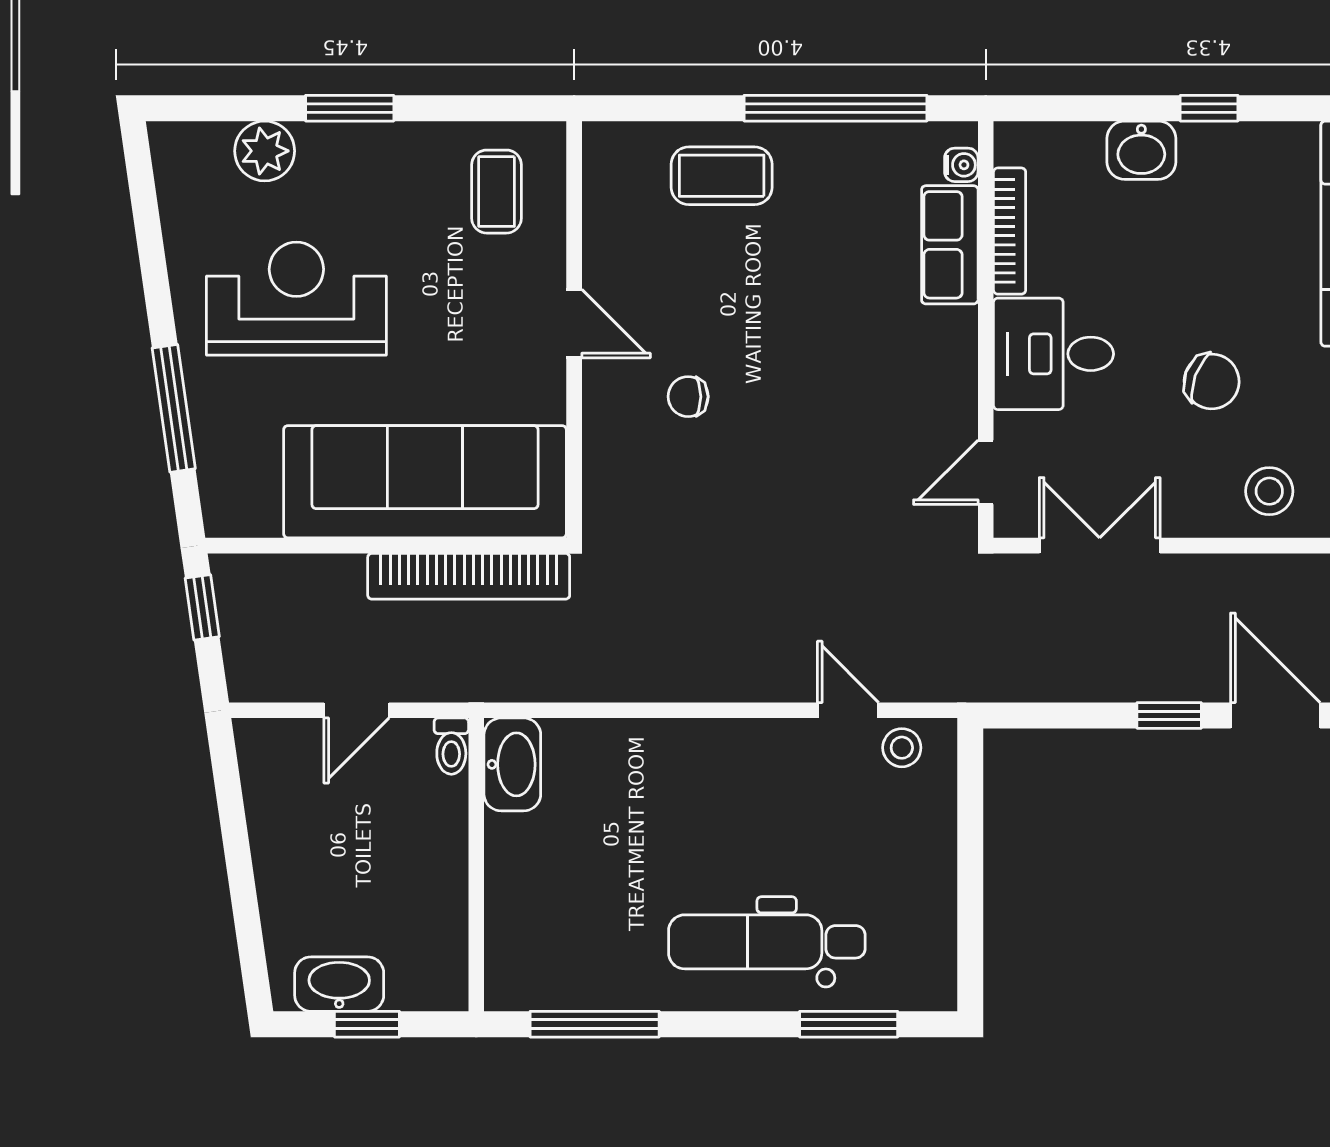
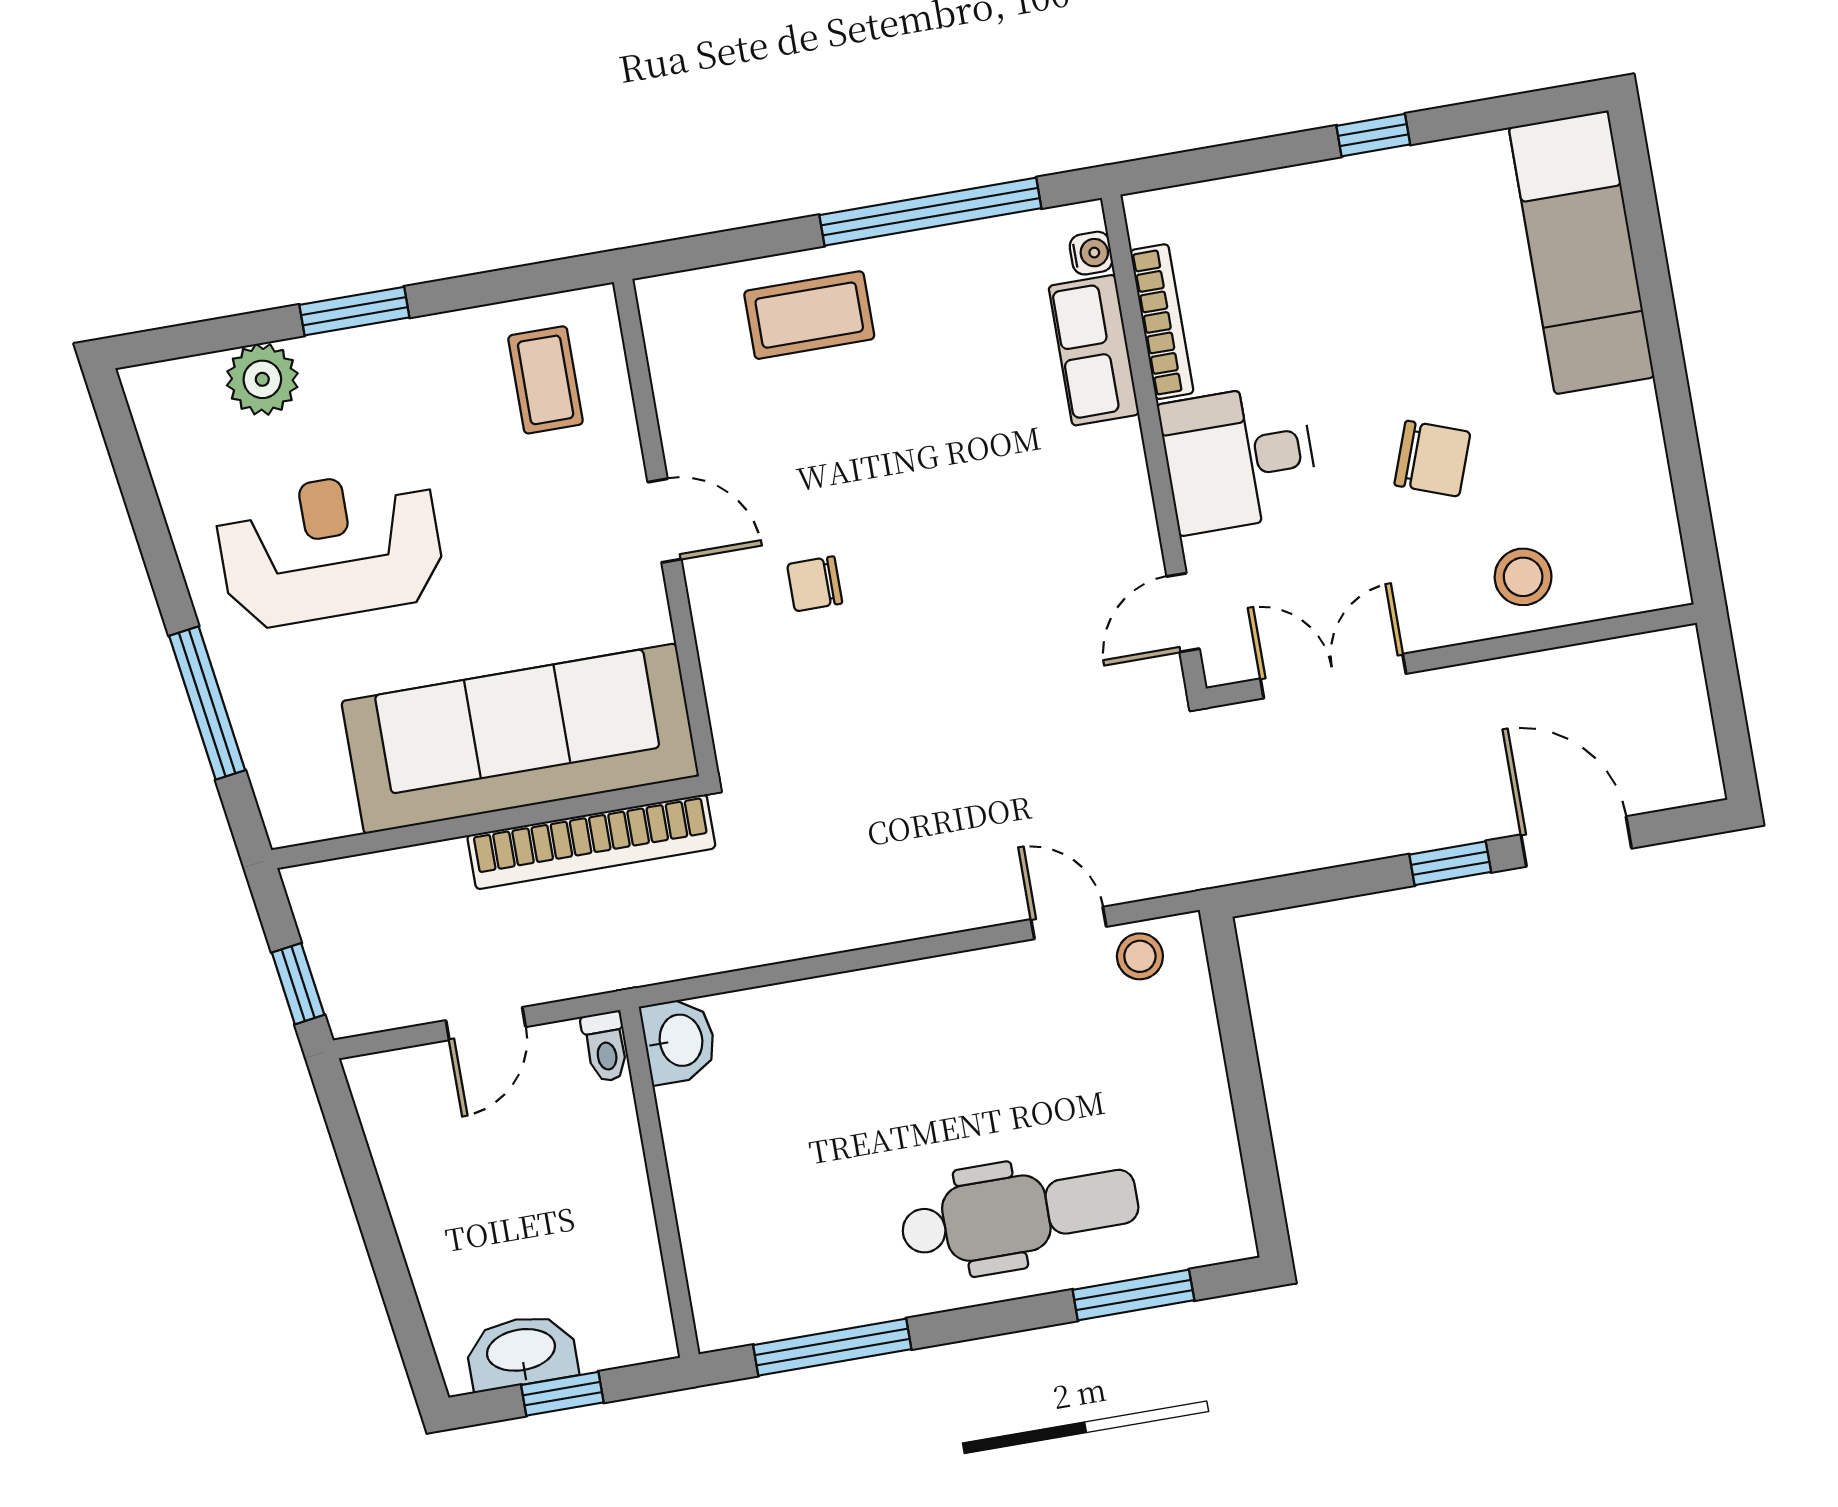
washbasin: (1141, 150) -> (1302, 199), removed
window: (202, 607) -> (298, 984), moved
washbasin: (512, 764) -> (679, 1041), width x0.72
dental chair: (767, 942) -> (1020, 1214), turned 180

